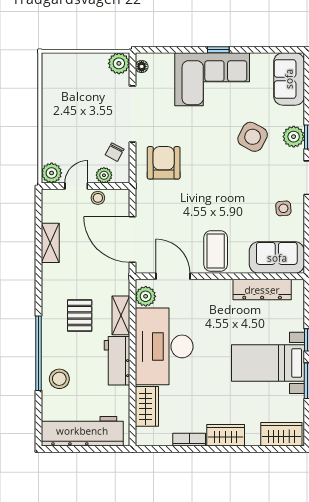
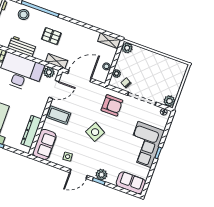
side table: (253, 137) -> (95, 132), moved
door: (76, 186) -> (116, 58), removed
shelving: (50, 243) -> (109, 41), moved
shelving: (121, 315) -> (57, 61), moved

